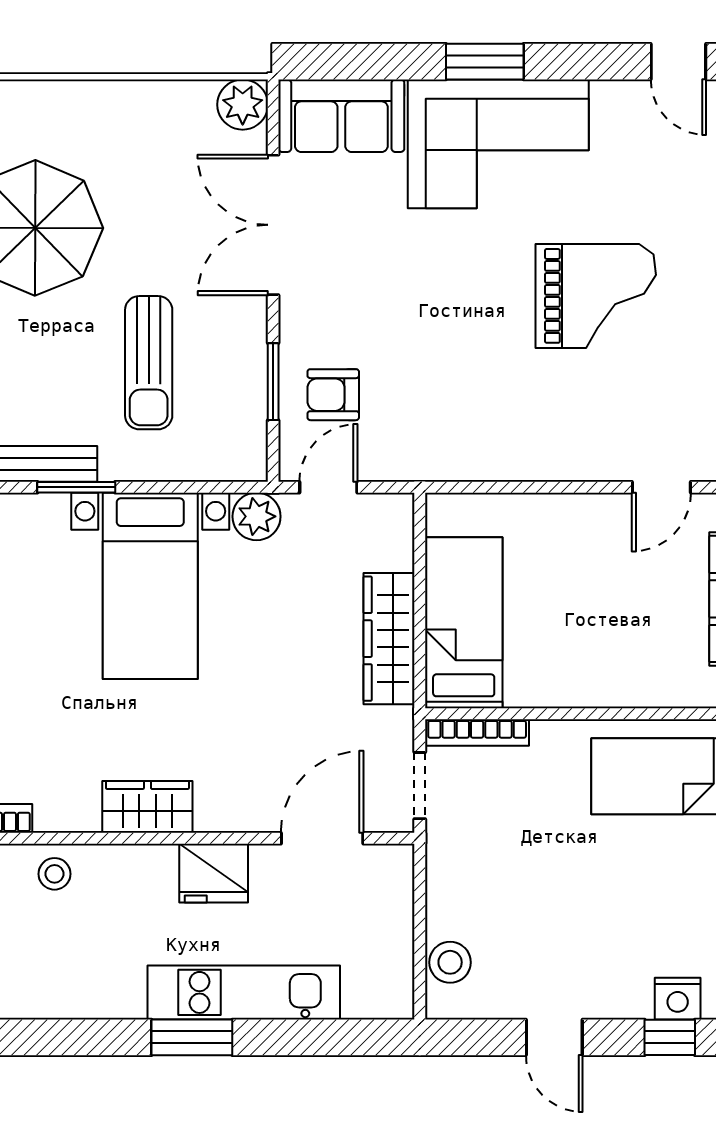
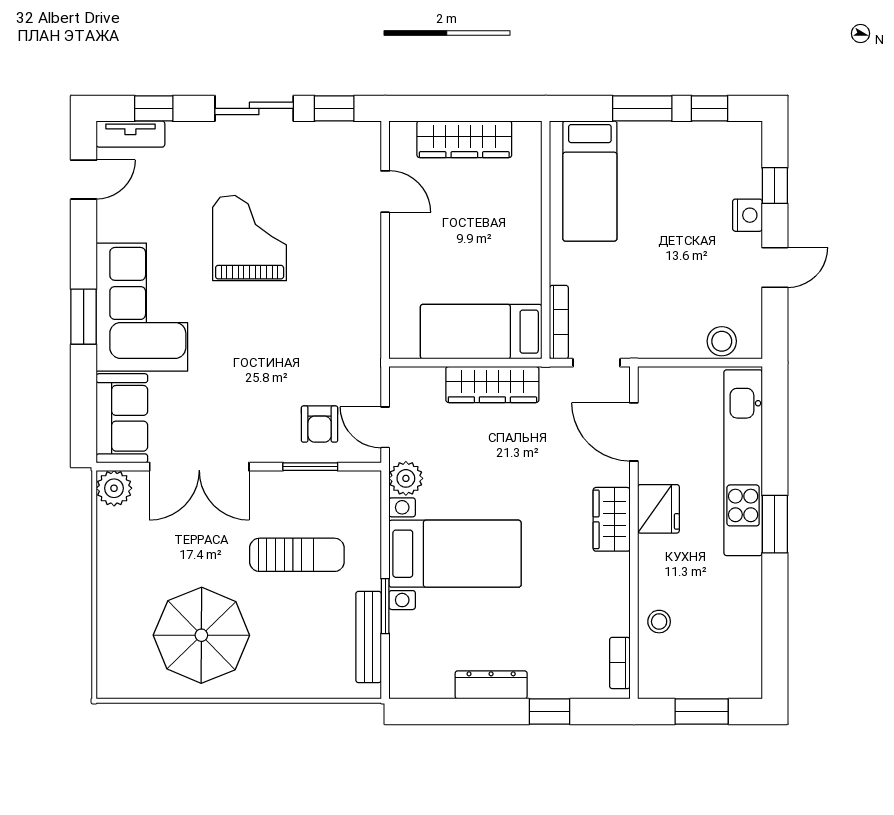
wardrobe: (147, 807) -> (612, 519), moved
kitchen unit: (244, 992) -> (743, 463), width x1.36
nightstand: (678, 999) -> (747, 215), moved

